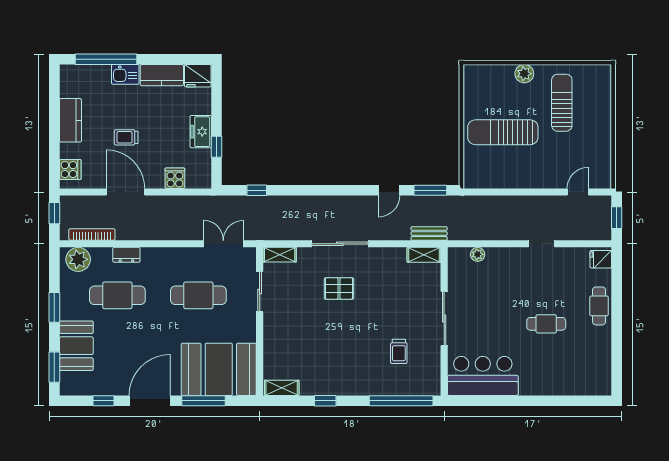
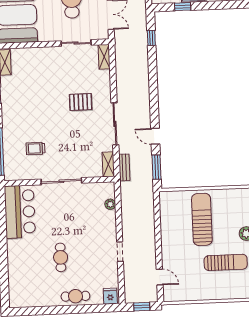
sliding door: (340, 244) -> (115, 124), moved
pallet: (339, 288) -> (81, 102), turned 90

